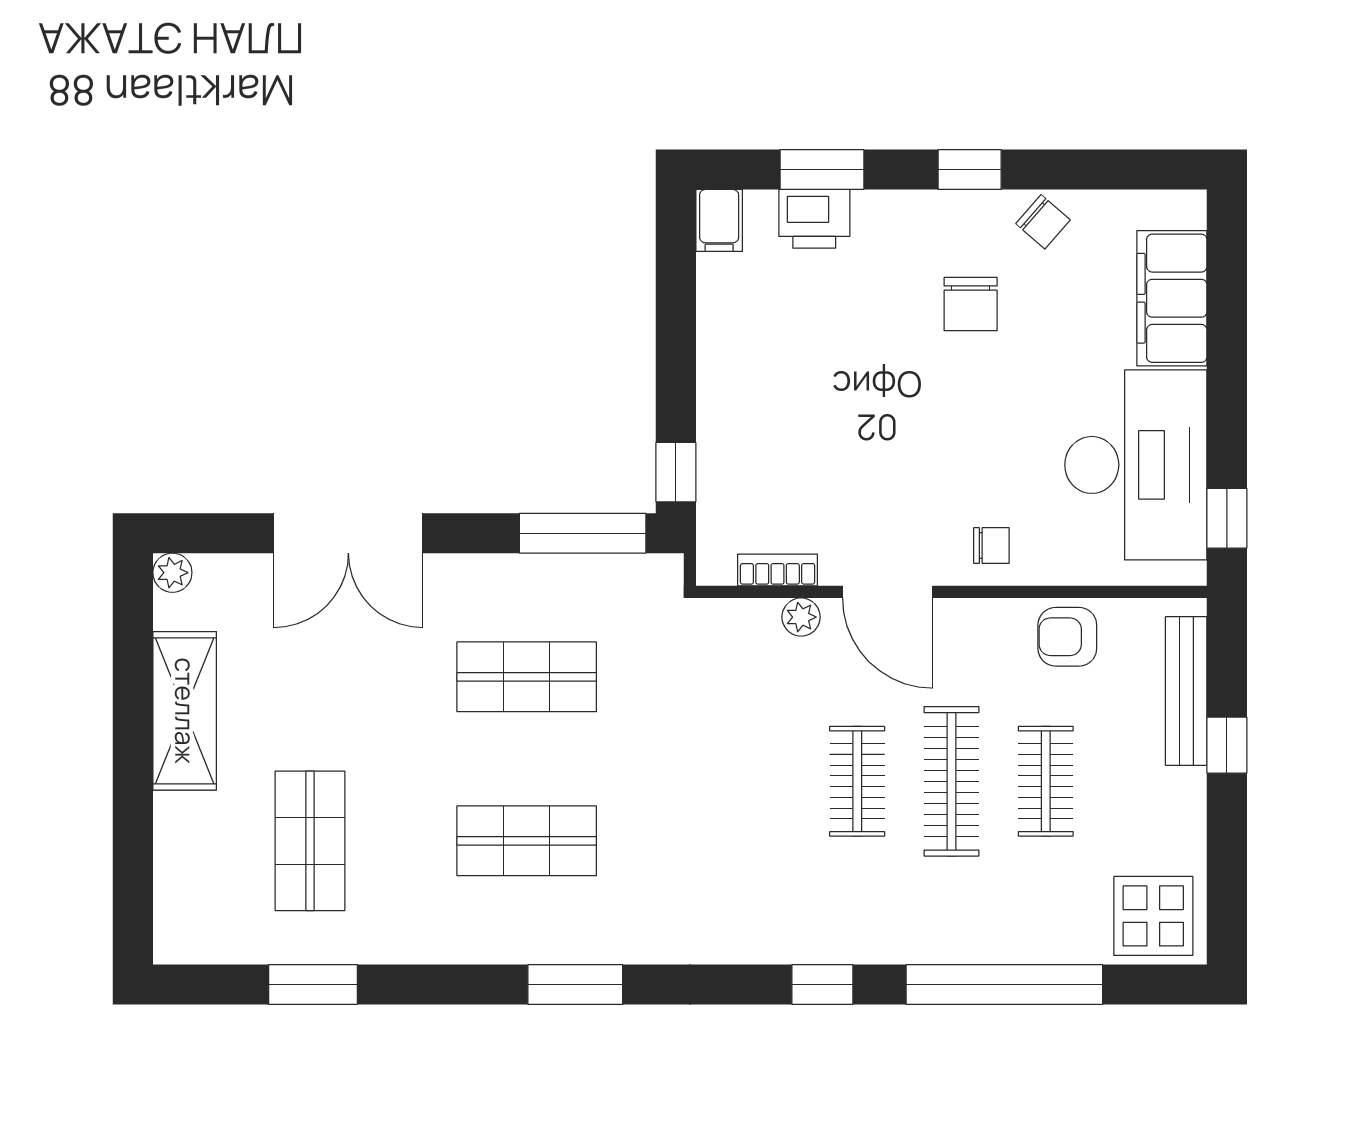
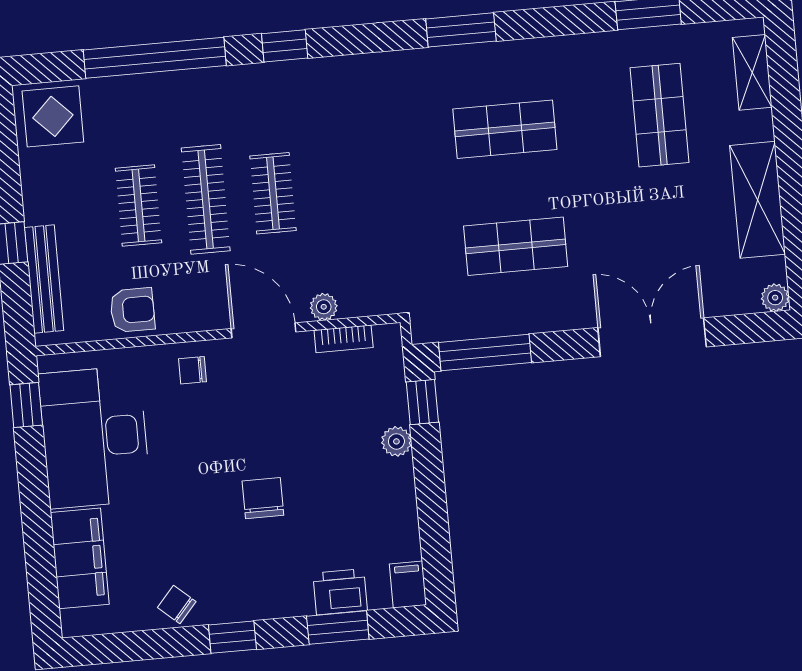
chair: (971, 304) -> (263, 498), moved
plant: (717, 421) -> (396, 441), added
shelving: (176, 889) -> (752, 72), added

